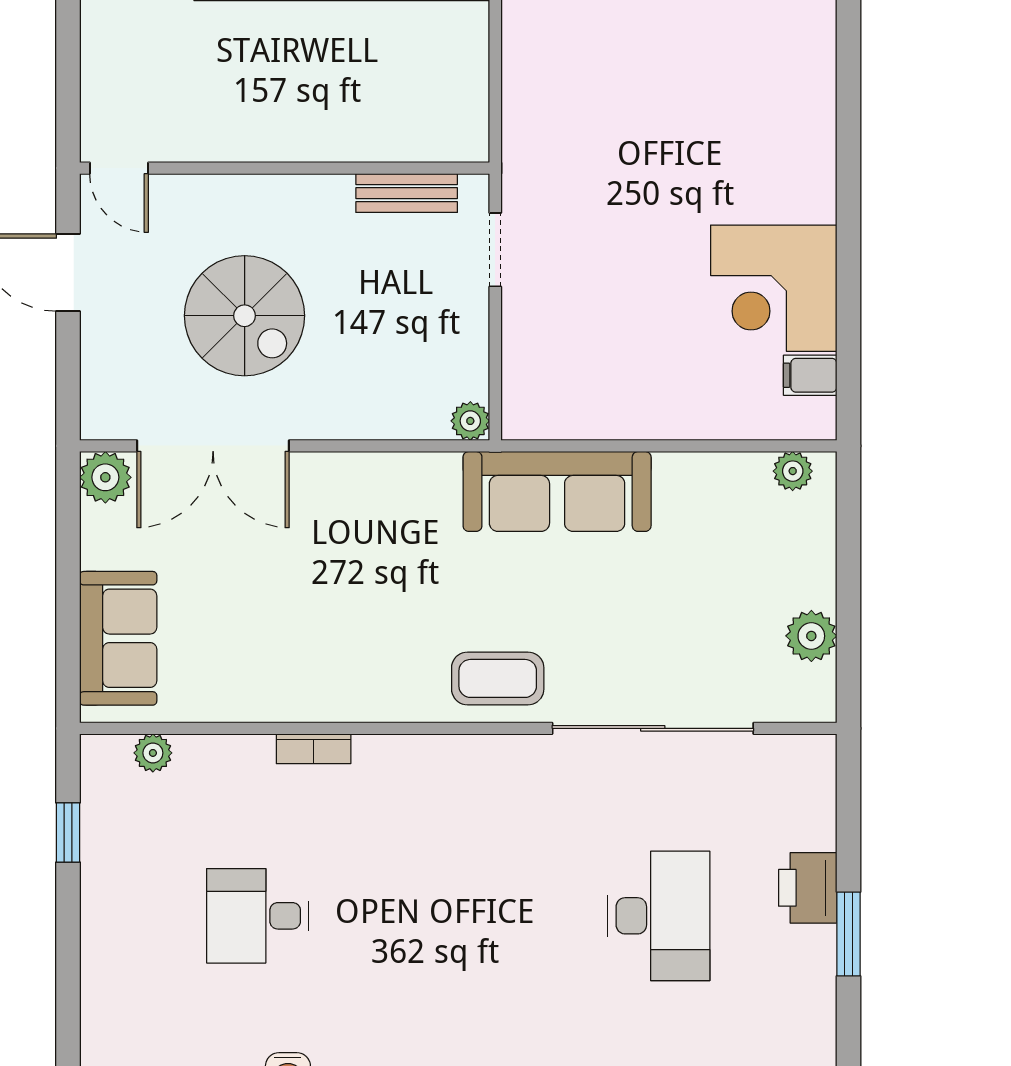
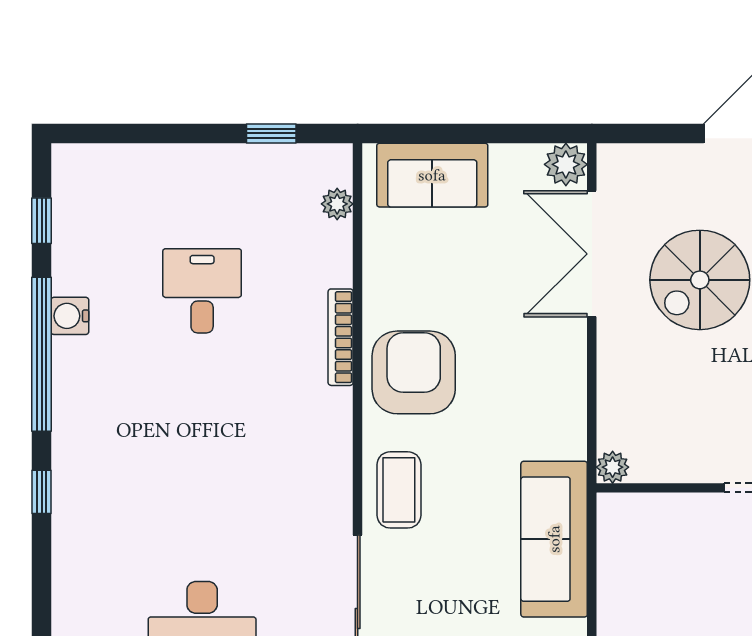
armchair: (356, 661) -> (414, 372), added
bookcase: (314, 749) -> (341, 337), width x1.56

